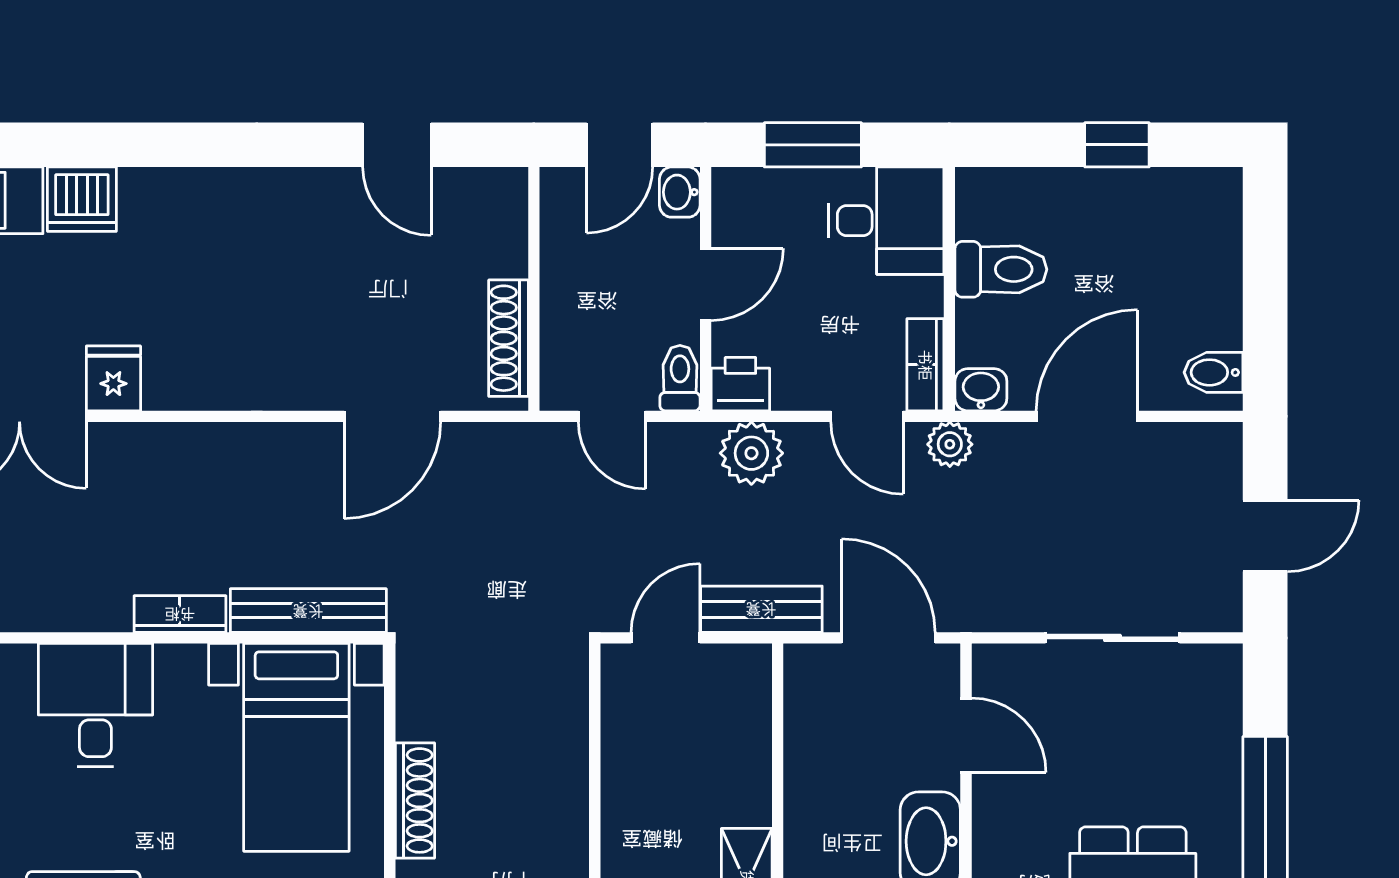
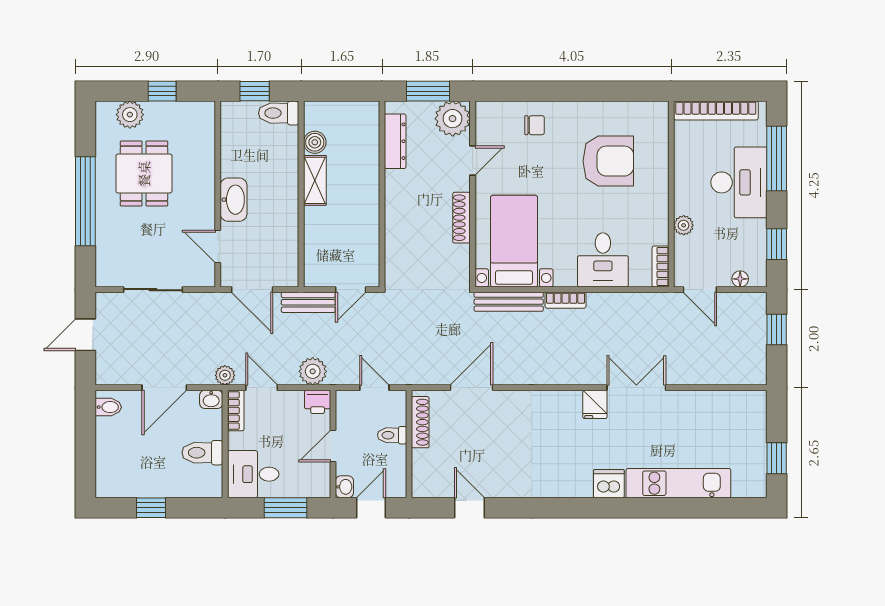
toilet: (680, 378) -> (392, 435), moved, turned 90

